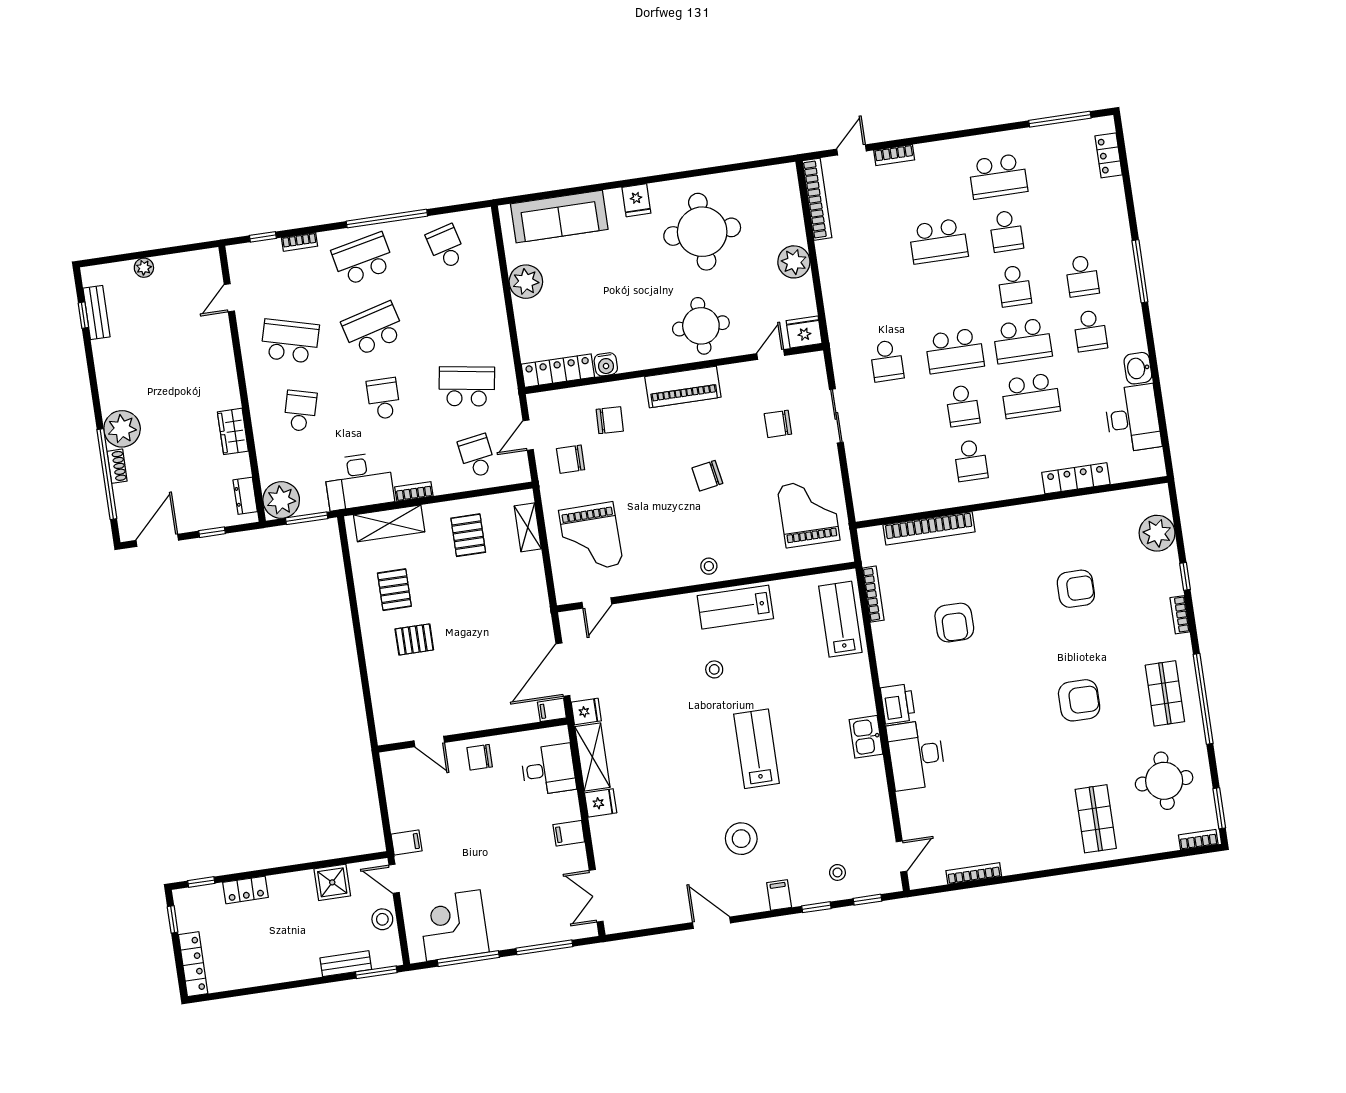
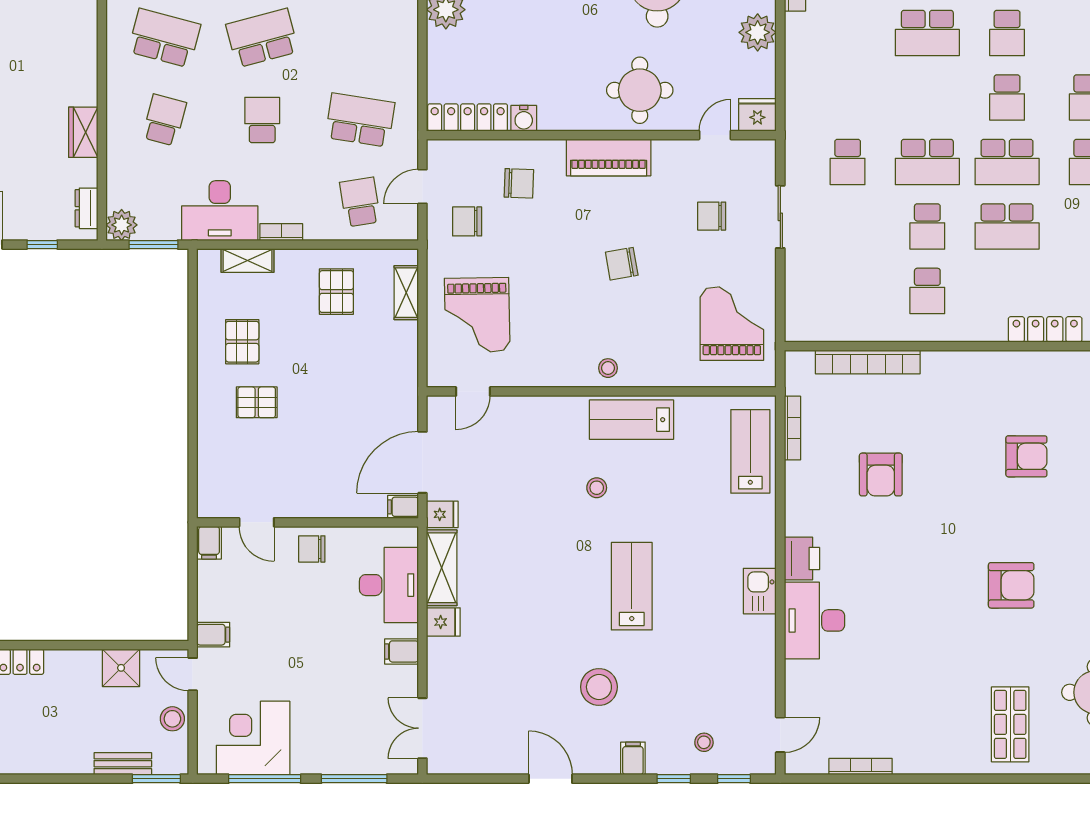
plant: (281, 500) -> (122, 225), width x0.73, depth x0.73
shelving: (389, 523) -> (248, 260), width x0.67, depth x0.75
filing cabinet: (391, 765) -> (209, 543), added
desk: (548, 770) -> (389, 585), width x1.37

